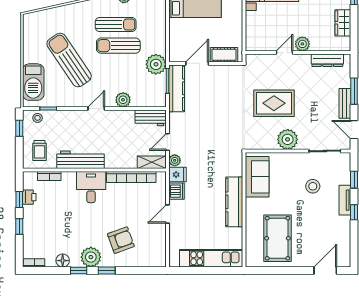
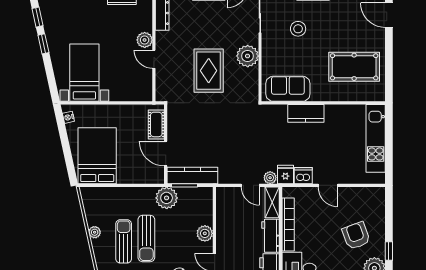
workbench: (151, 118) -> (271, 236), moved, turned 180
kitchen counter: (234, 202) -> (306, 113), width x0.67

